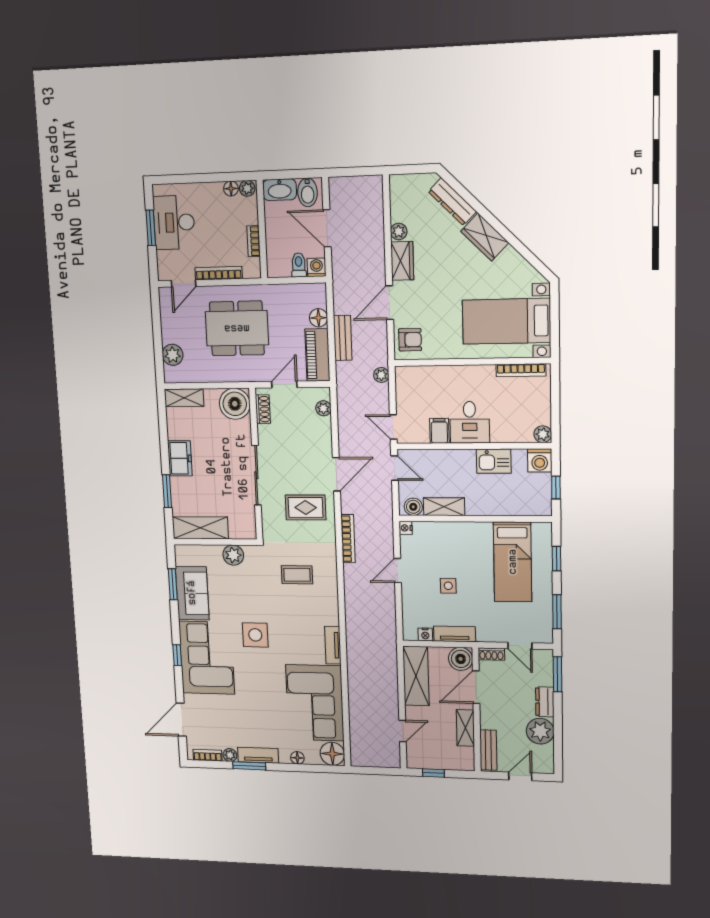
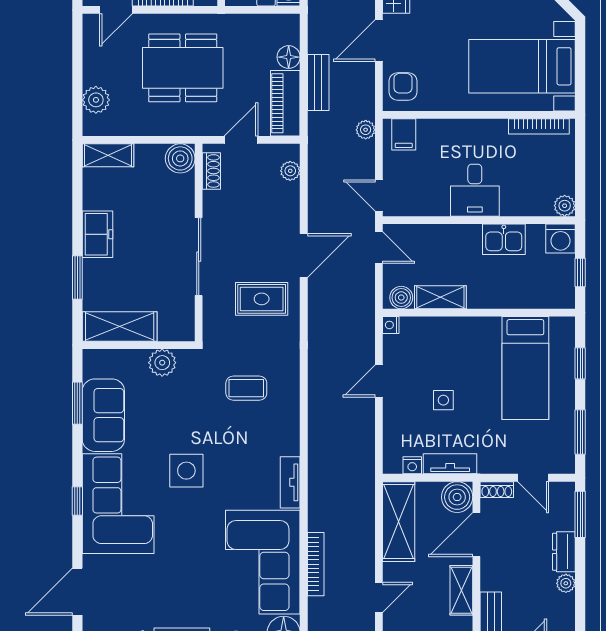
armchair: (410, 340) -> (403, 86), turned -90
boiler: (235, 404) -> (180, 158), width x0.73, depth x0.73
filing cabinet: (439, 431) -> (404, 134), moved, turned 180
bookcase: (348, 539) -> (316, 564), moved
plant: (540, 731) -> (566, 583), width x0.53, depth x0.53

